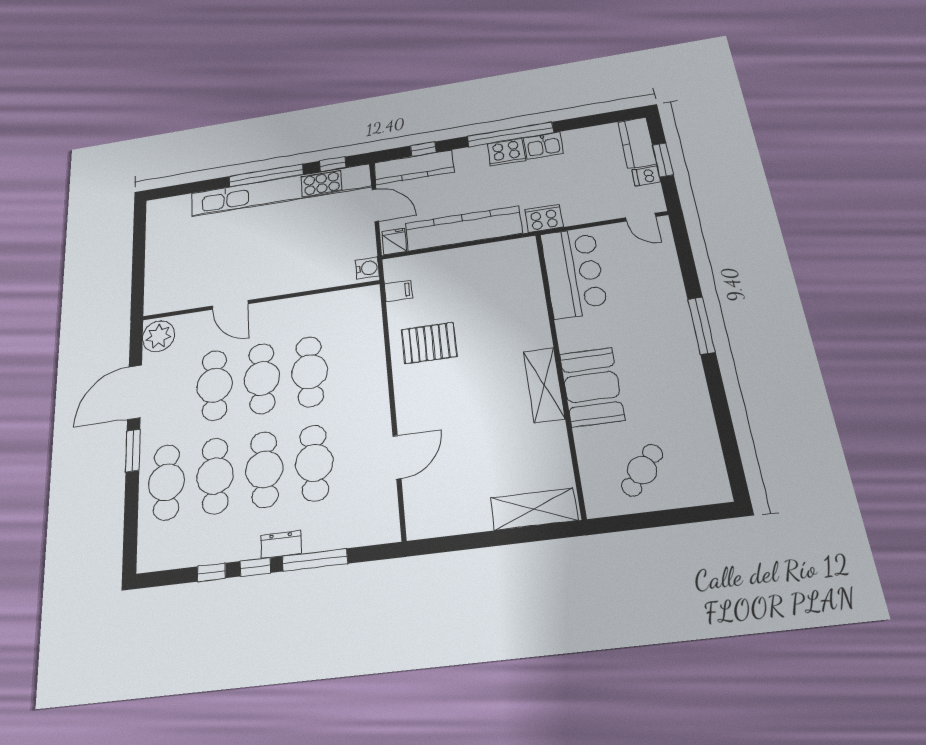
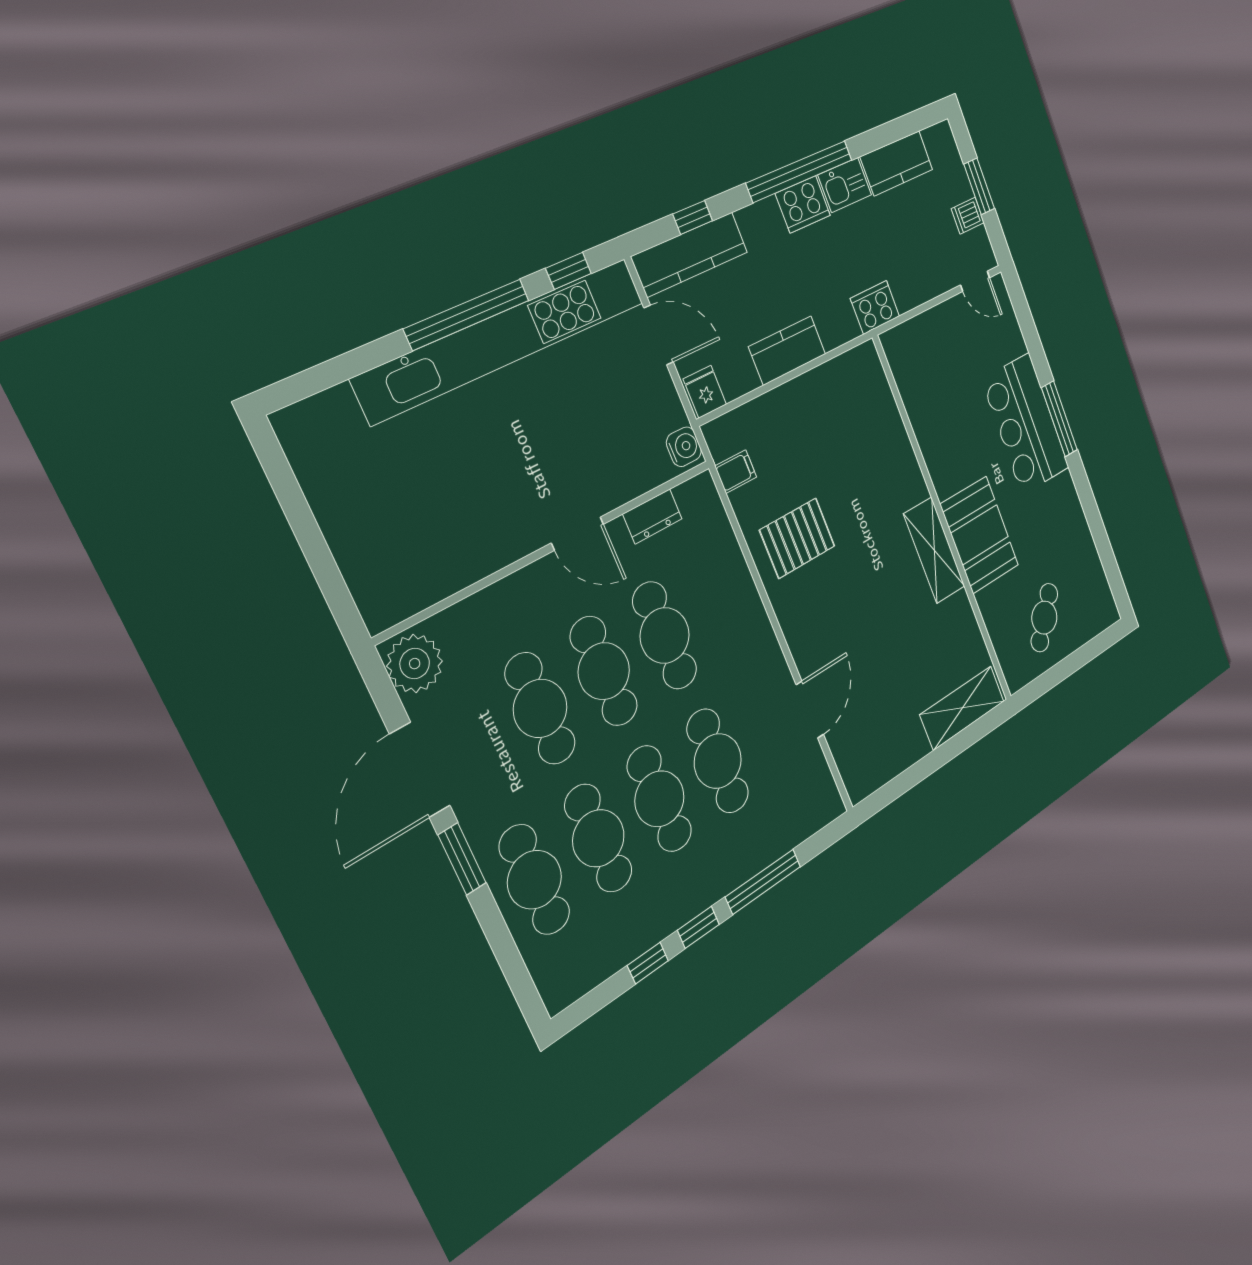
kitchen counter: (637, 143) -> (897, 163), moved, turned -90
kitchen counter: (463, 228) -> (787, 350), width x0.48, depth x0.86
bar counter: (574, 273) -> (1026, 424), moved, turned 180
door: (230, 305) -> (577, 534), moved
dresser: (281, 544) -> (653, 516), moved, turned 180

